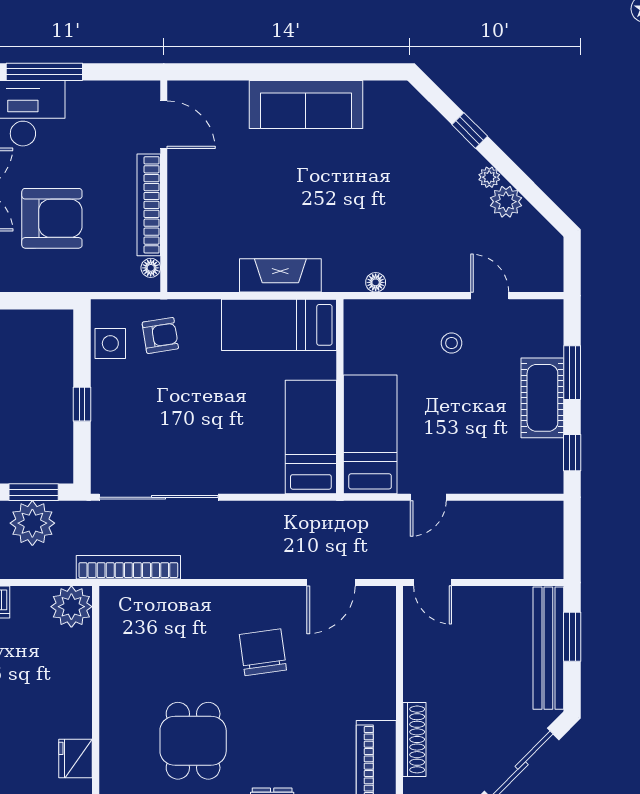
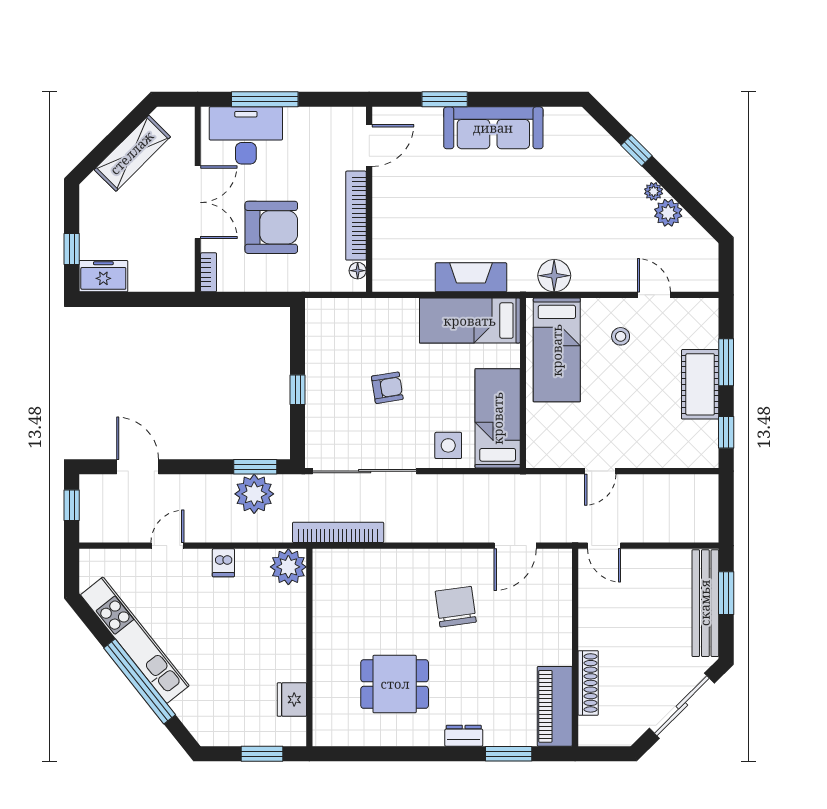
window: (250, 72) -> (445, 99), added
door: (164, 125) -> (369, 146), hinge flipped
floor lamp: (376, 282) -> (554, 276), width x1.89, depth x1.89
armchair: (160, 335) -> (387, 388), moved
side table: (110, 343) -> (448, 445), moved
bed: (370, 434) -> (557, 350), moved, turned 180
dining table: (193, 741) -> (395, 684), turned 90

